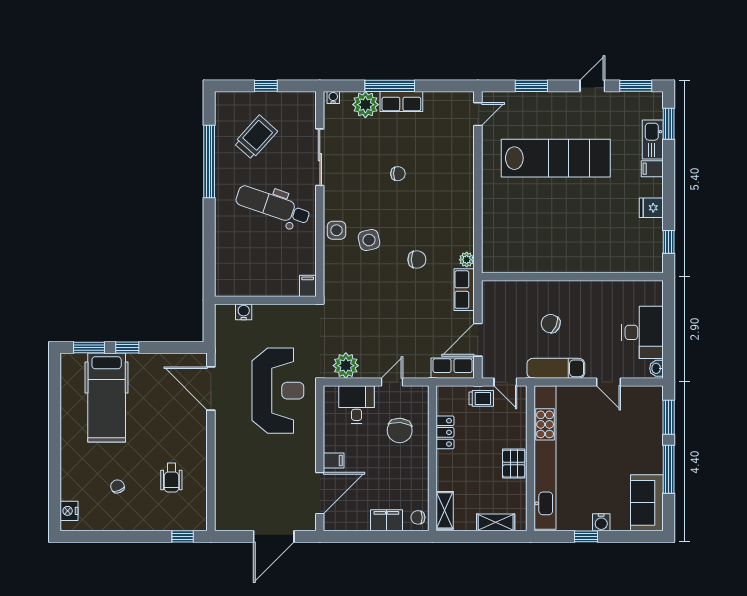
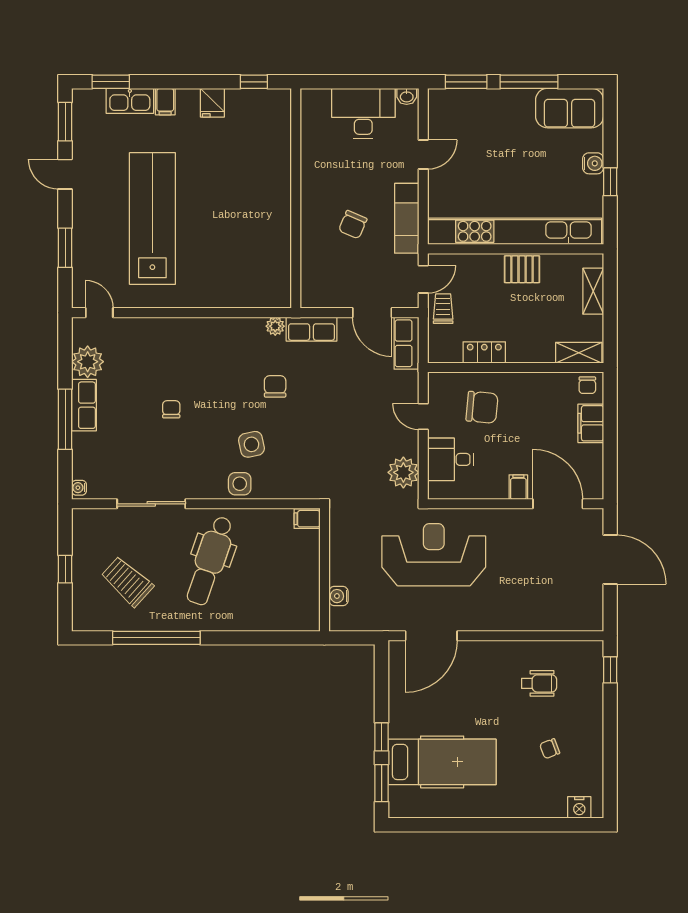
plant: (365, 105) -> (88, 362), moved

